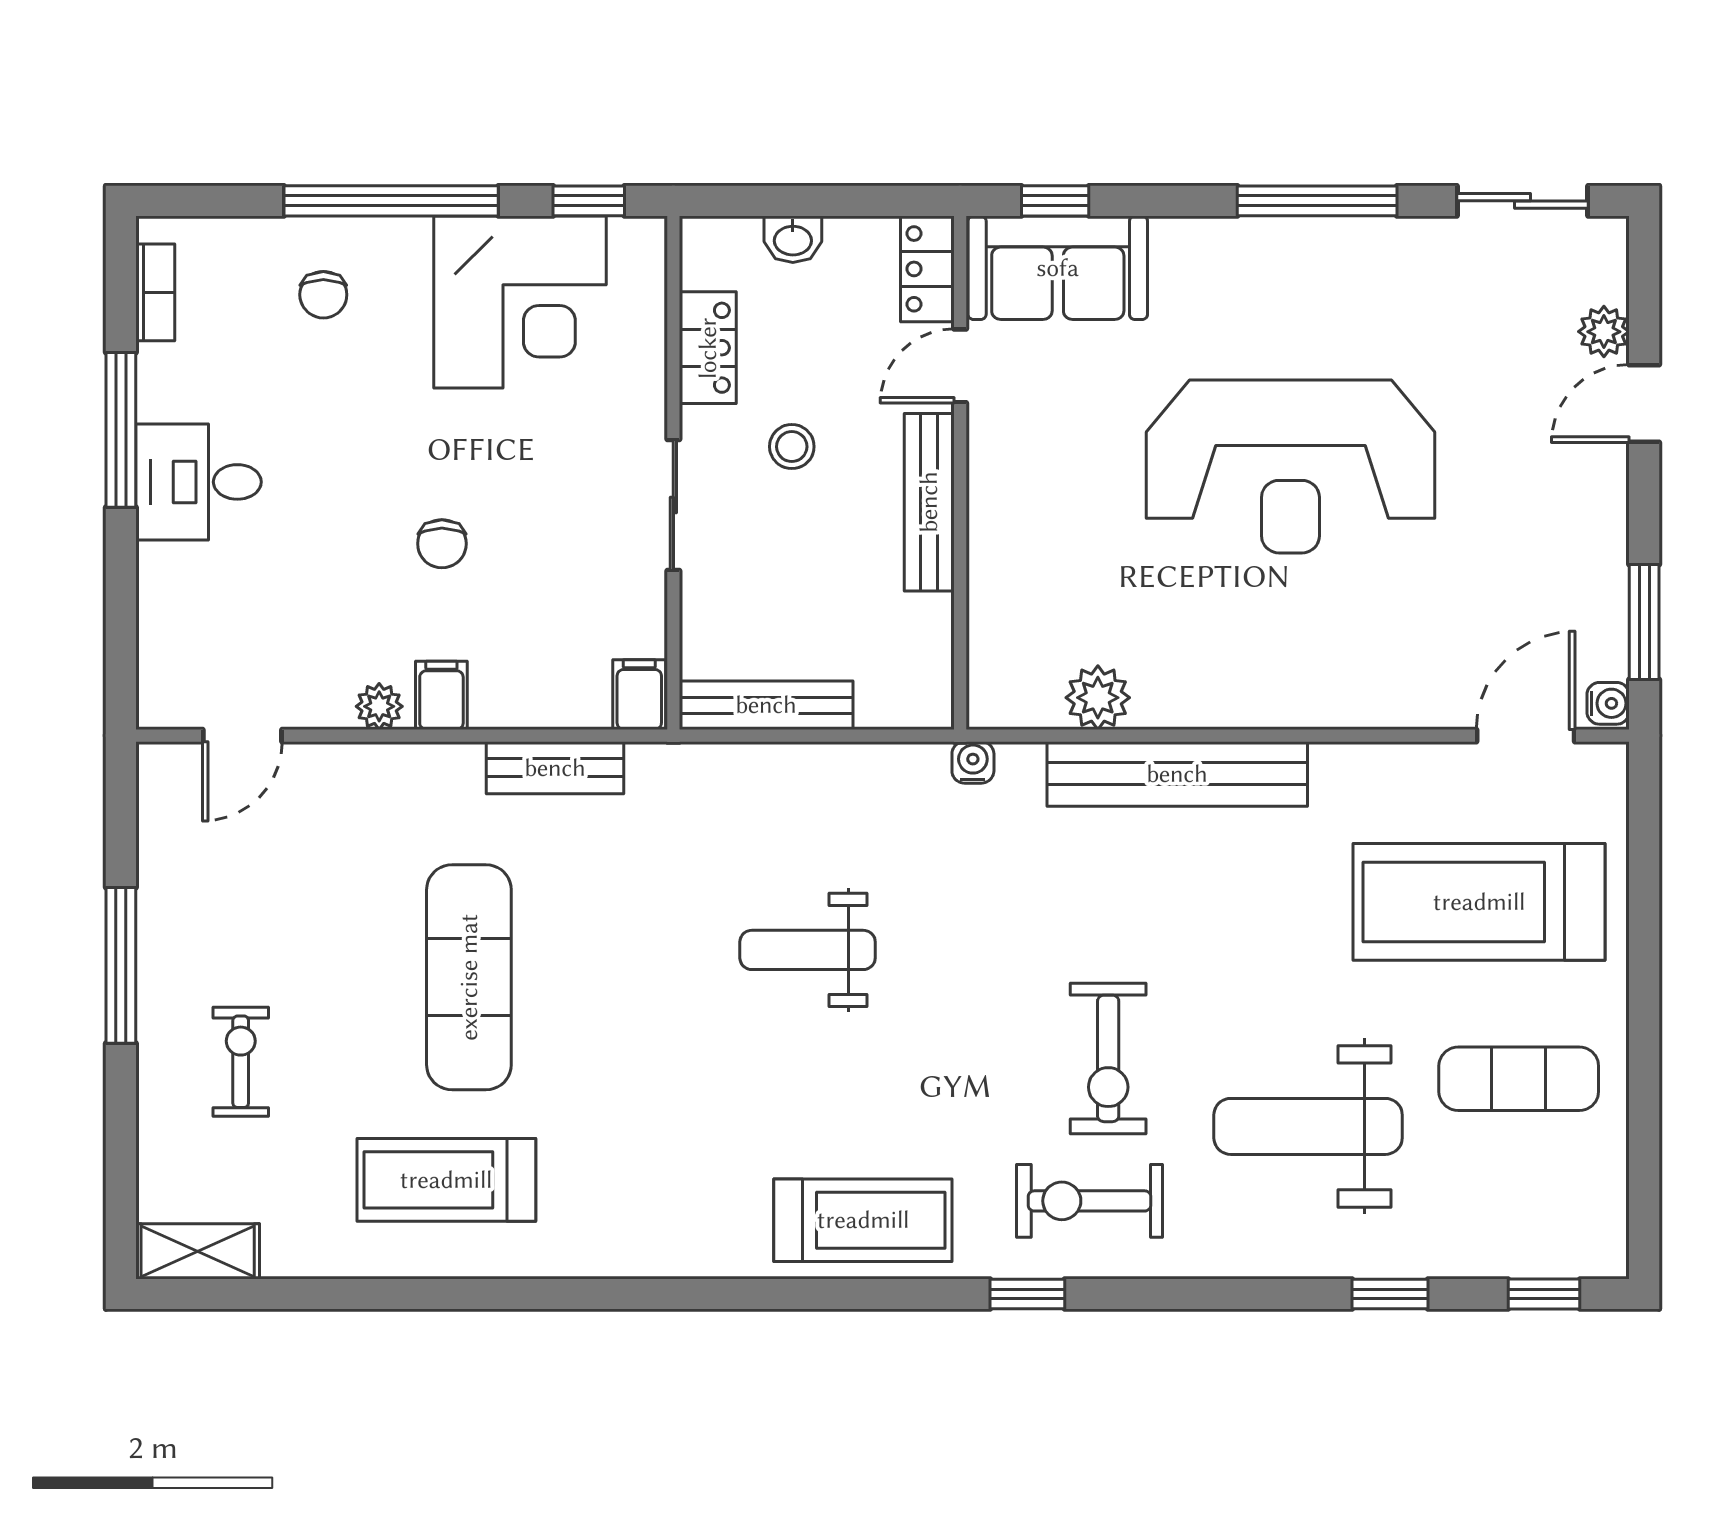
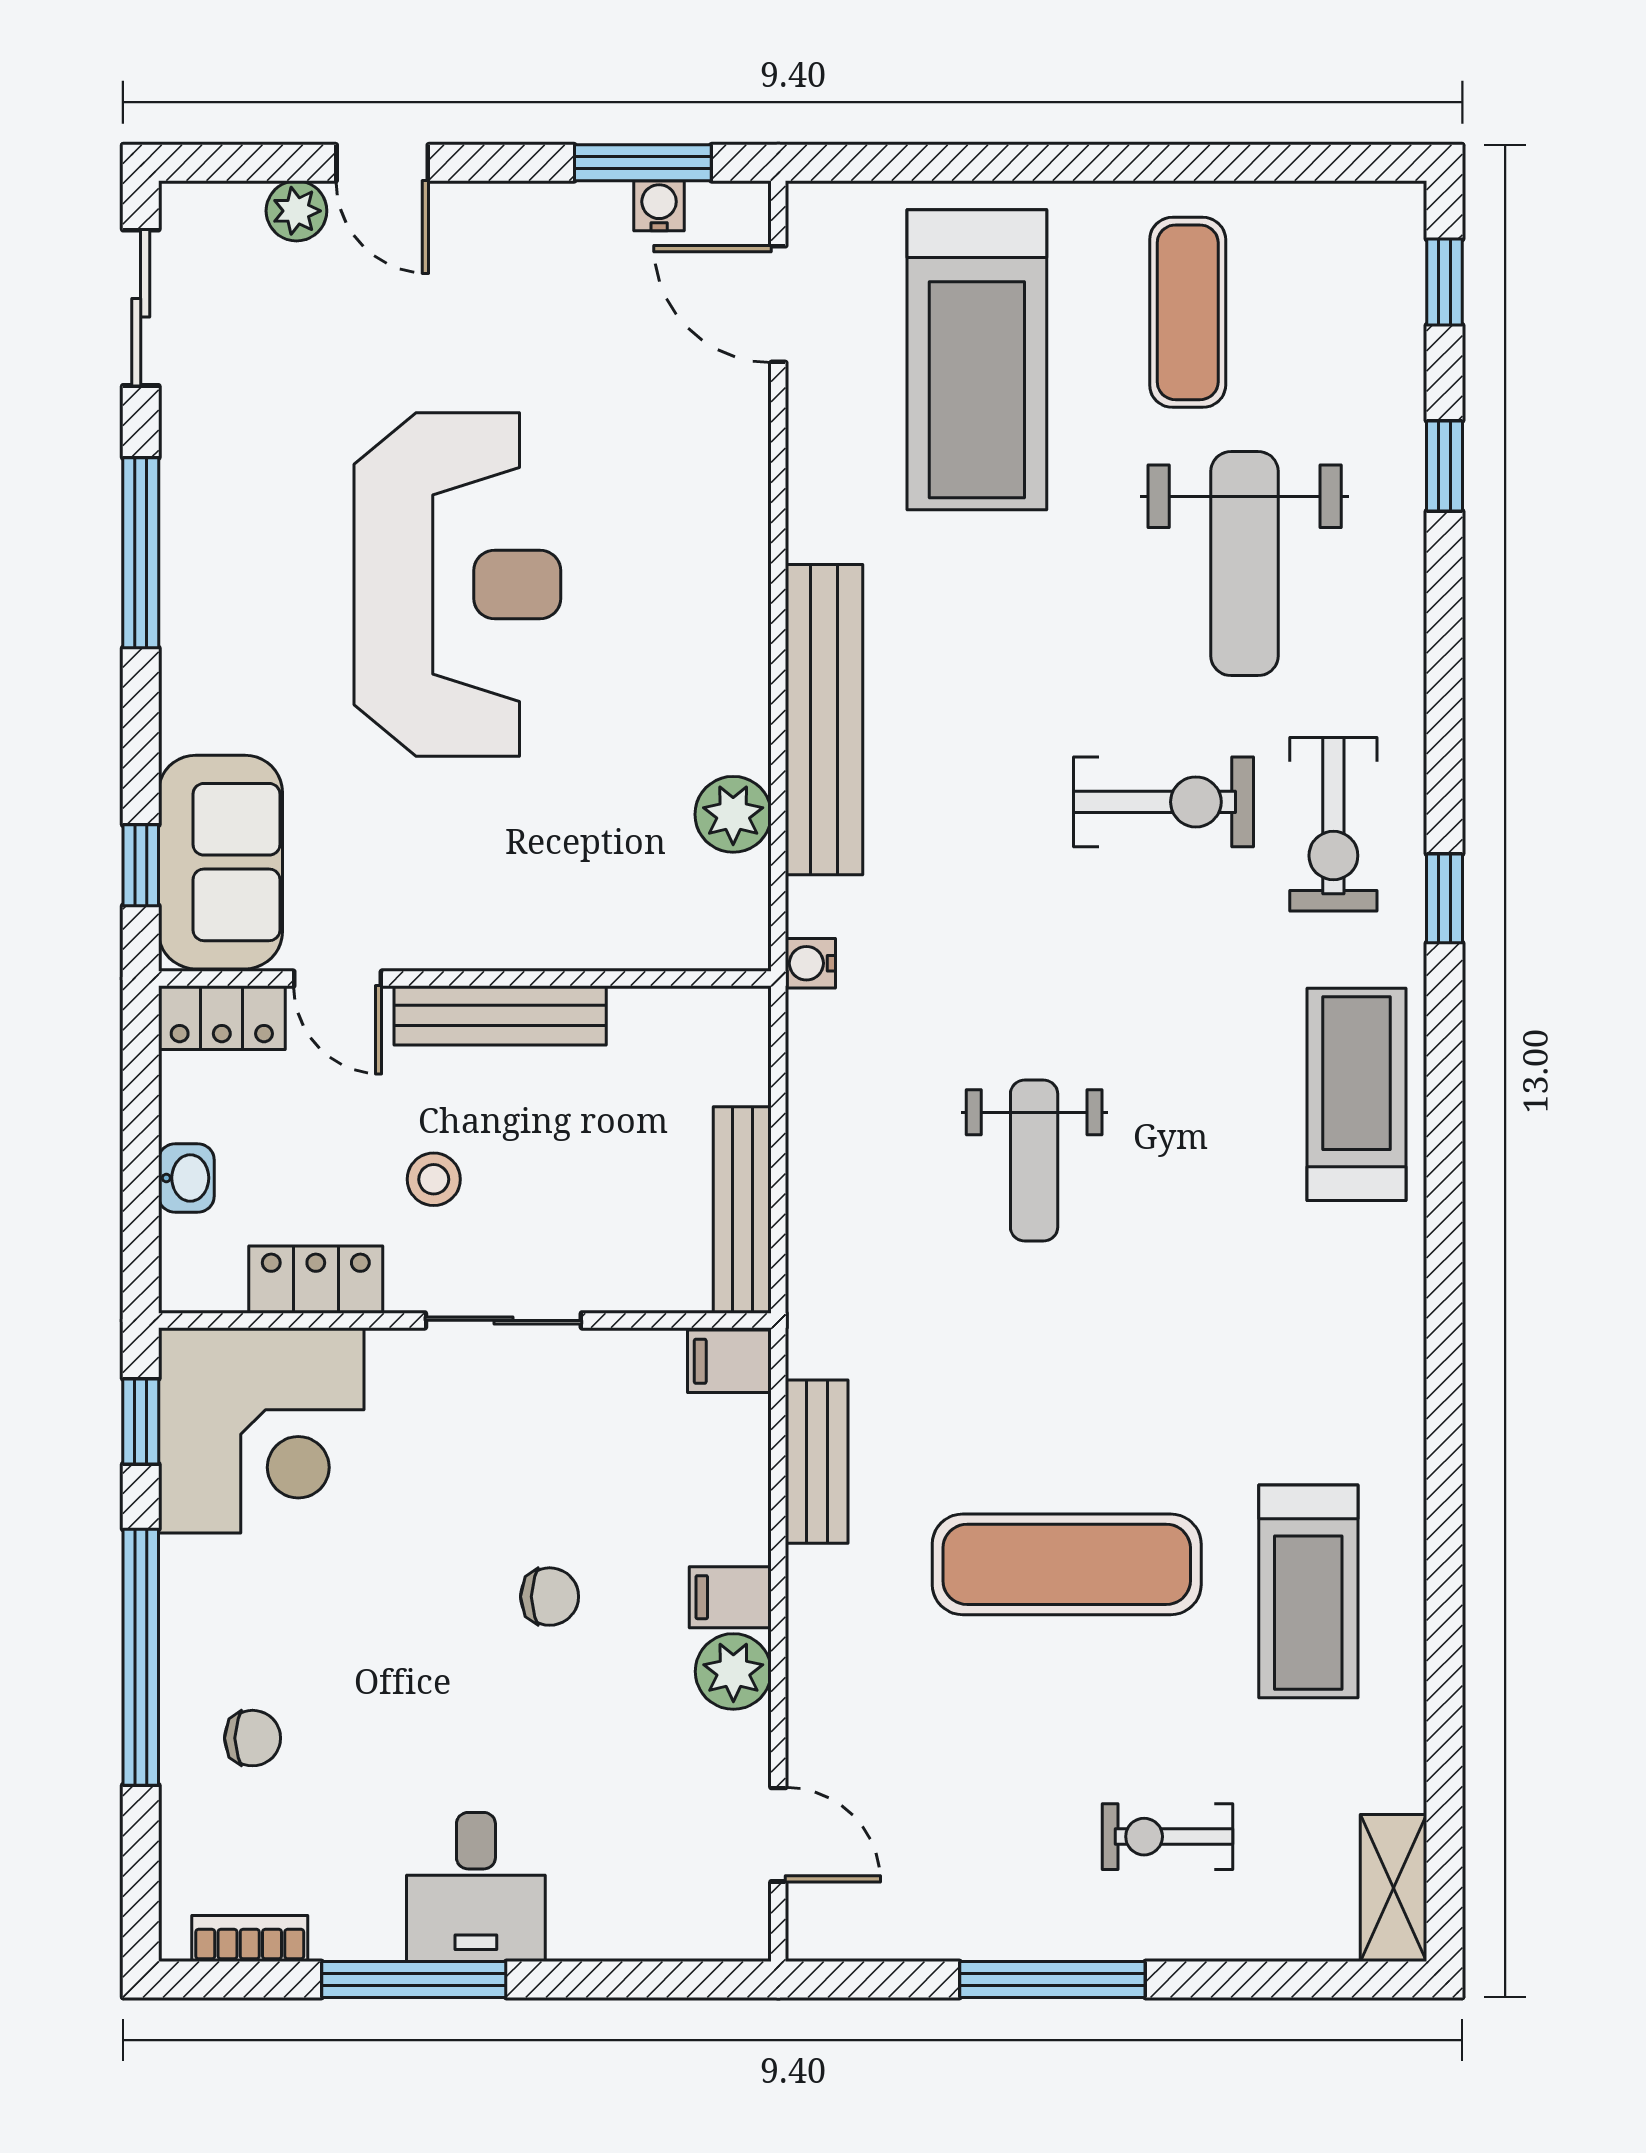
corner desk: (520, 302) -> (261, 1430), moved, turned 90
water cooler: (1608, 703) -> (659, 206), moved
plant: (379, 706) -> (733, 1671), width x1.38, depth x1.38

